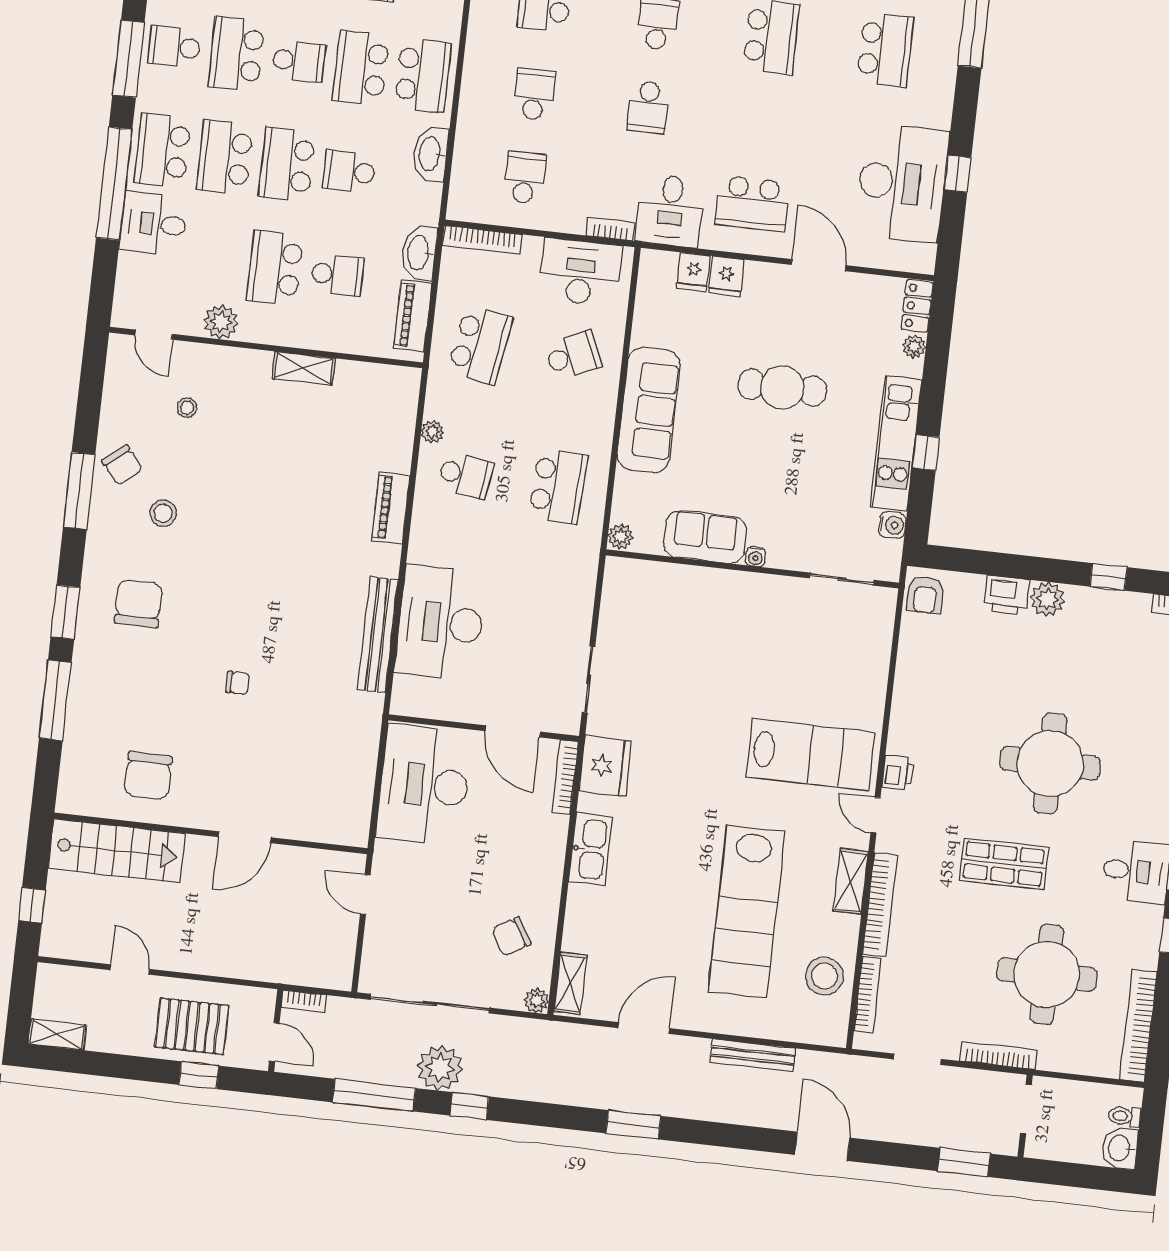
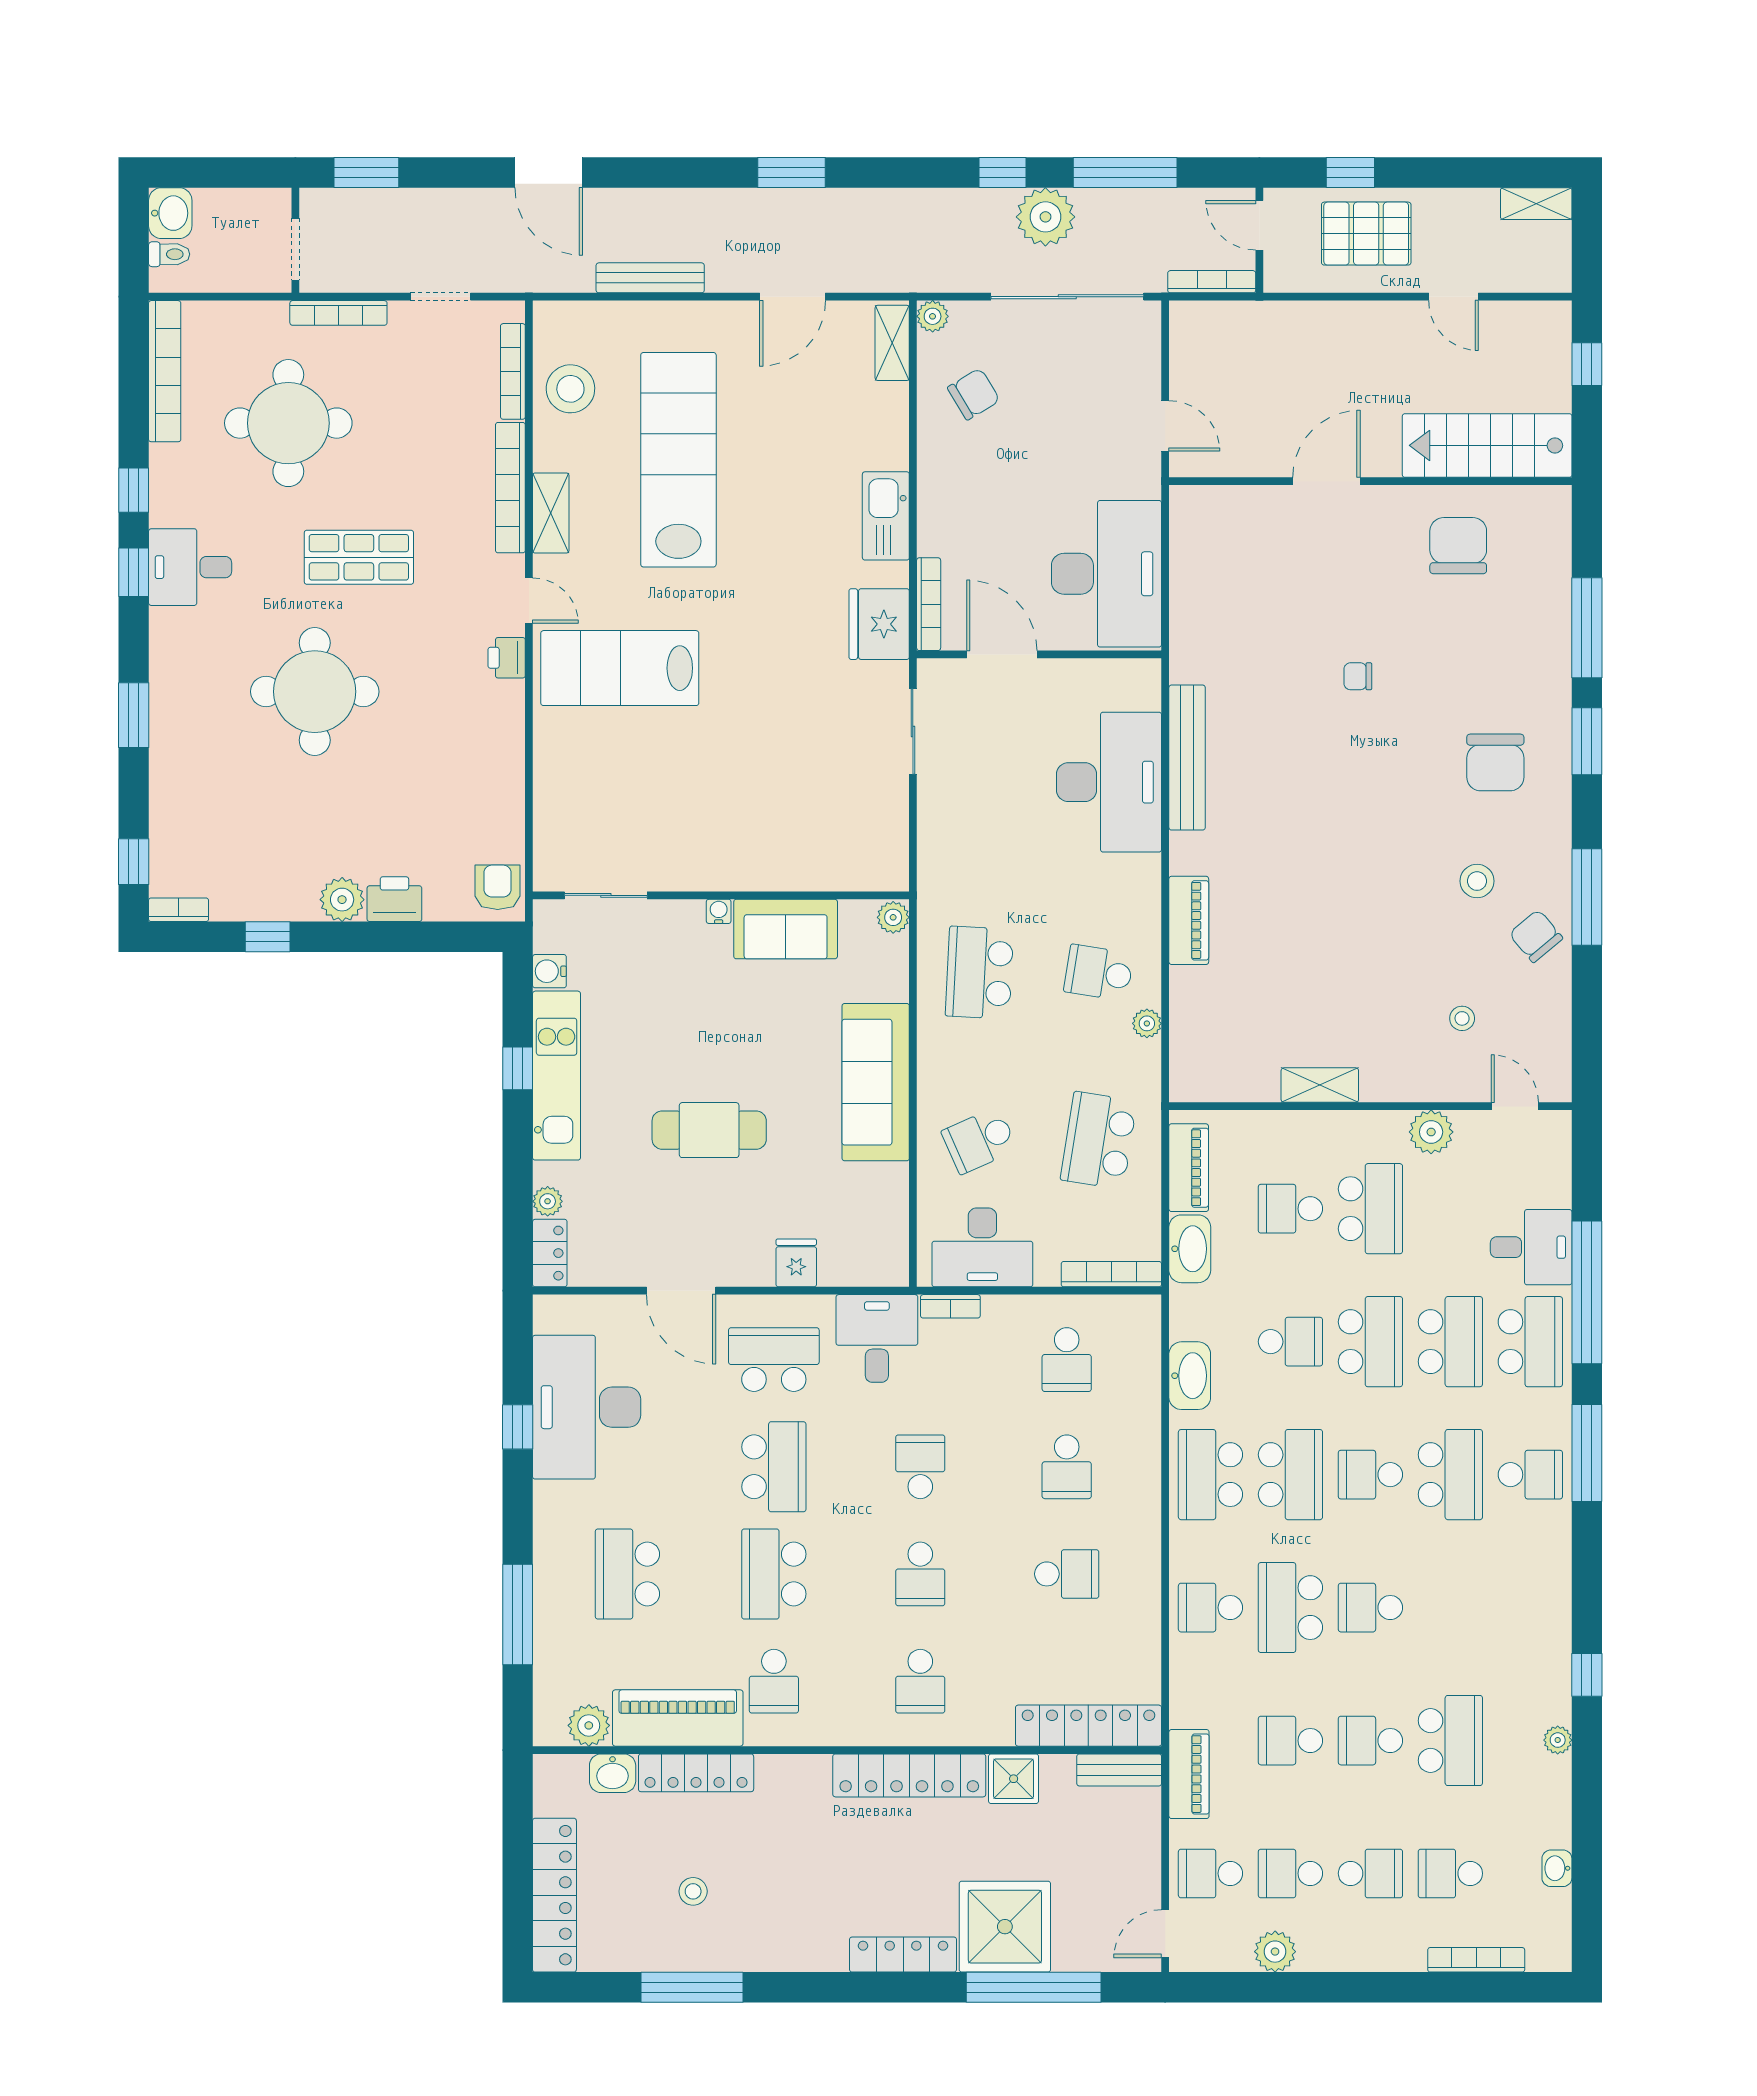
school desk: (762, 120) -> (774, 1467), added
fridge: (693, 272) -> (839, 1264), removed
bookcase: (304, 1001) -> (1212, 282), width x1.56

